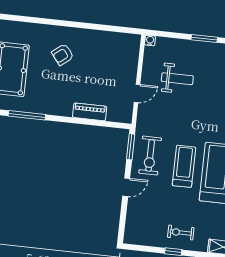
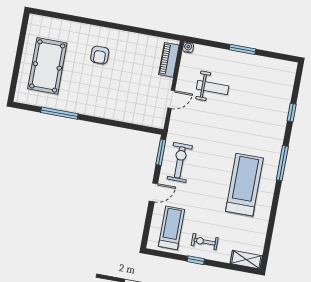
armchair: (63, 55) -> (100, 55), turned -52
piano: (90, 112) -> (169, 60), moved, turned -90
exercise bike: (150, 155) -> (180, 162), turned 180
treadmill: (184, 166) -> (171, 228), moved

